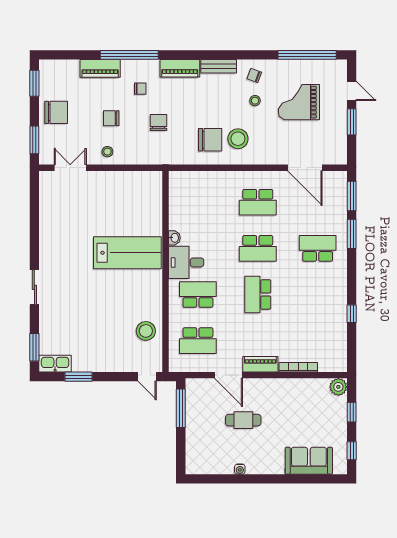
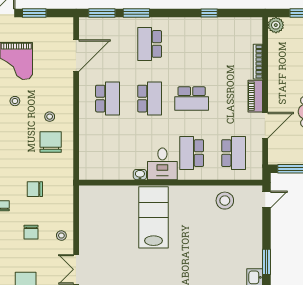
stool: (238, 139) -> (50, 117), width x0.53, depth x0.53

